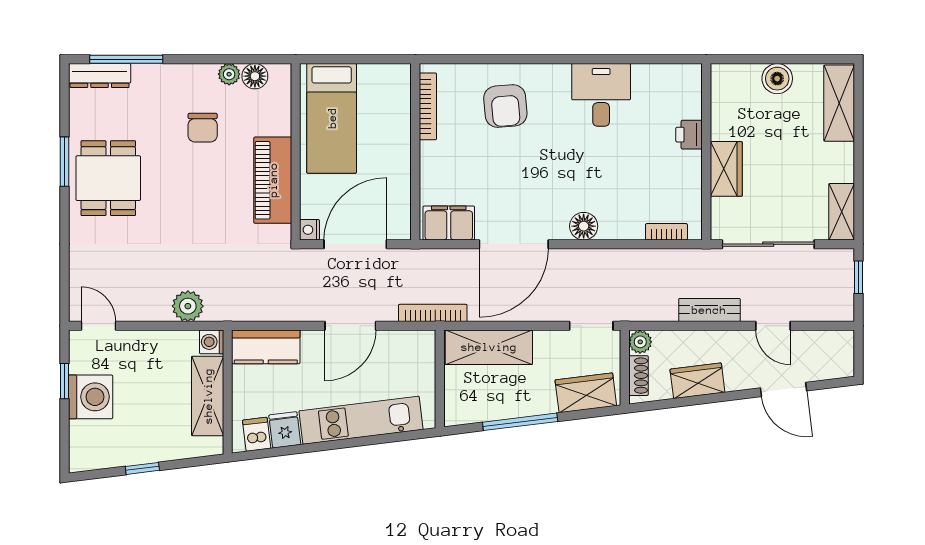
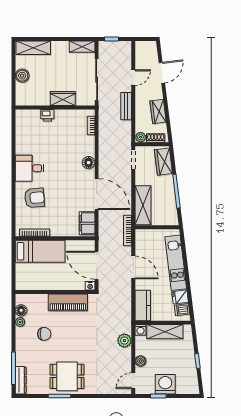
desk: (601, 95) -> (30, 168), moved
bed: (332, 118) -> (40, 251), moved
boiler: (142, 342) -> (140, 361), added

